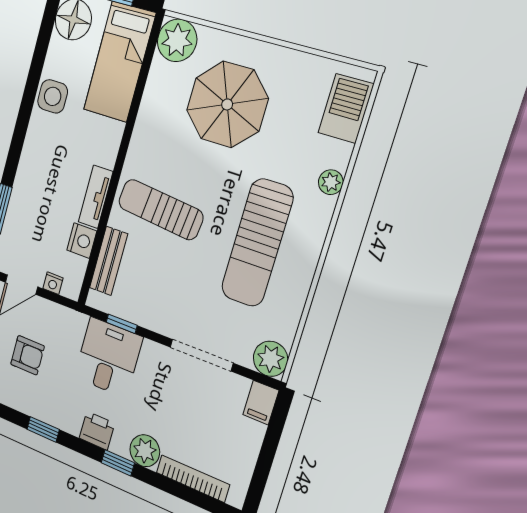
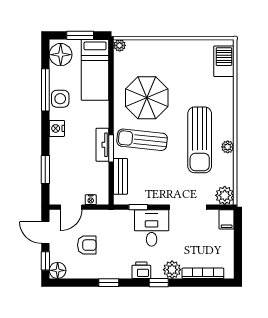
plant: (177, 40) -> (120, 45), width x0.53, depth x0.53
window: (35, 74) -> (45, 90), added
parasol: (227, 104) -> (147, 98), moved
plant: (331, 182) -> (228, 147), moved
window: (107, 208) -> (111, 148), added
nightstand: (82, 241) -> (57, 128), moved, turned 180
desk: (108, 357) -> (152, 228), moved

